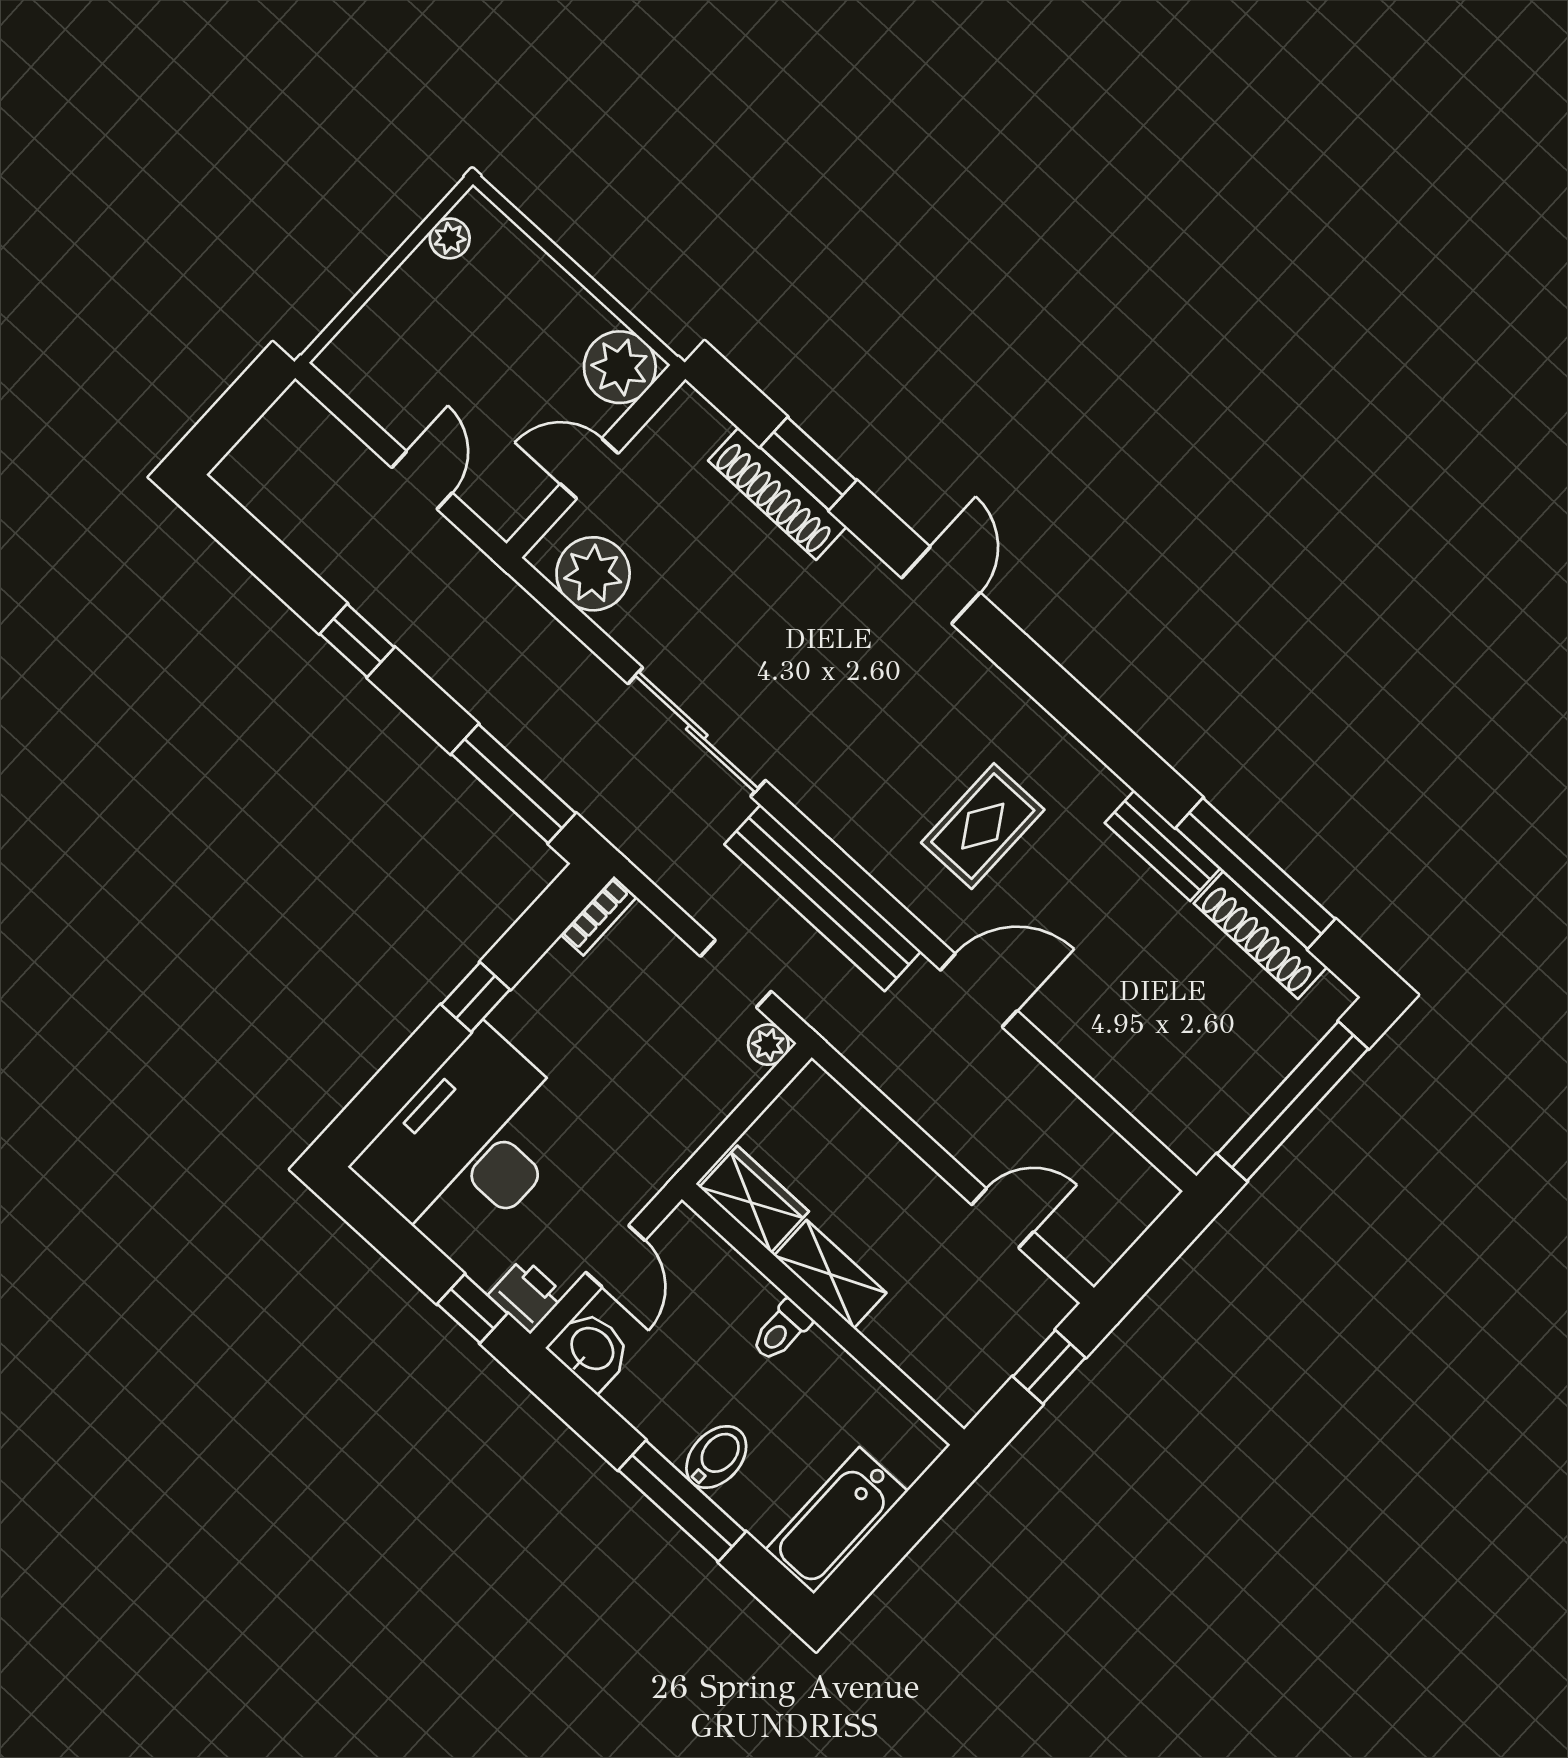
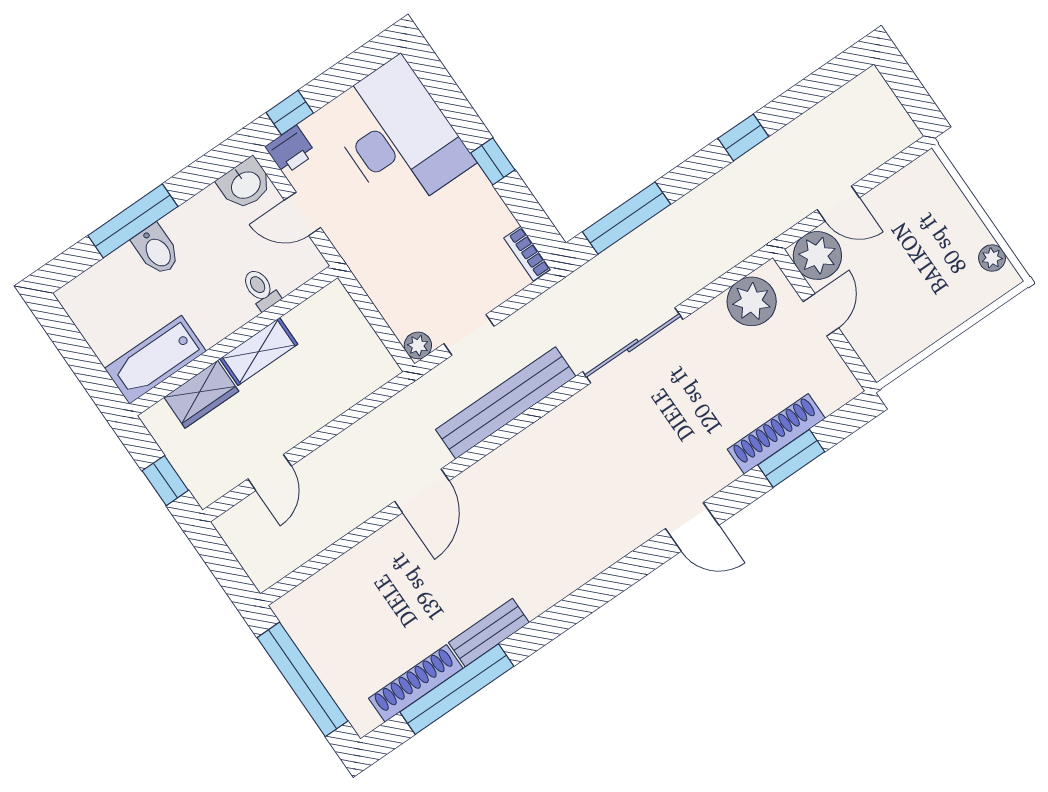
plant: (620, 367) -> (817, 255), moved
rug: (983, 826) -> (529, 518), removed
wardrobe: (754, 1199) -> (201, 394), moved
toilet: (781, 1331) -> (261, 289), moved
bathtub: (837, 1520) -> (155, 360), moved, turned -90

